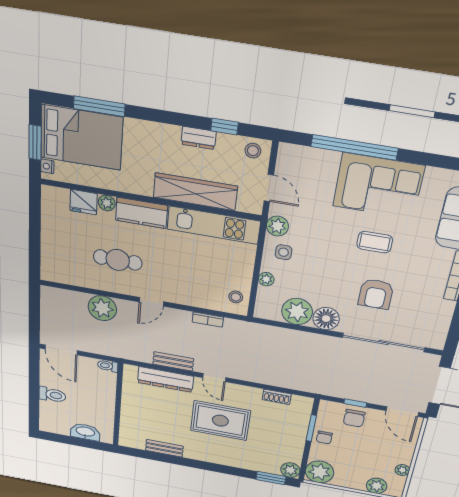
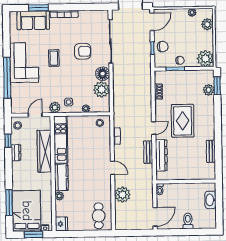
fridge: (84, 202) -> (61, 224), moved
cafe table: (118, 260) -> (99, 216), moved
plant: (290, 470) -> (209, 90), moved

